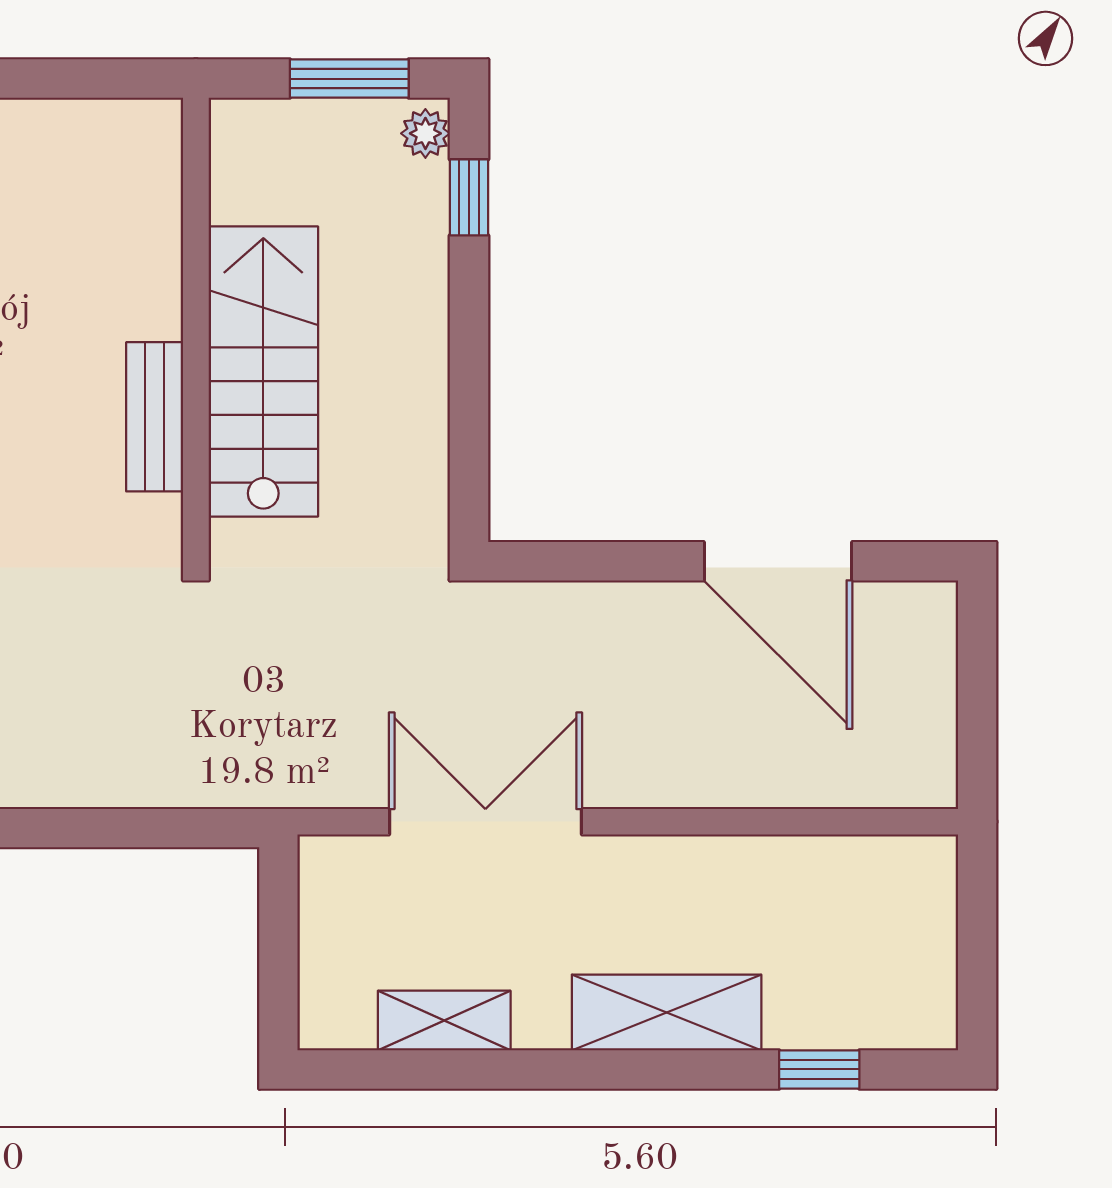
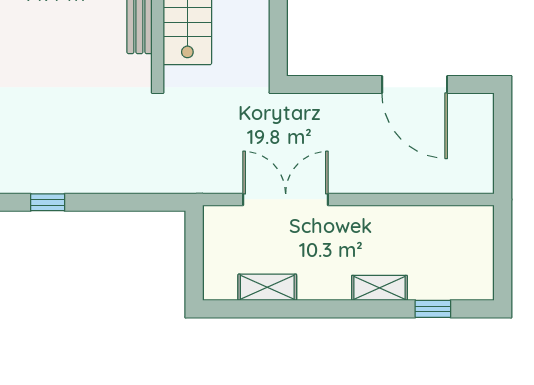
shelving: (667, 1012) -> (379, 288), width x0.67, depth x0.75

